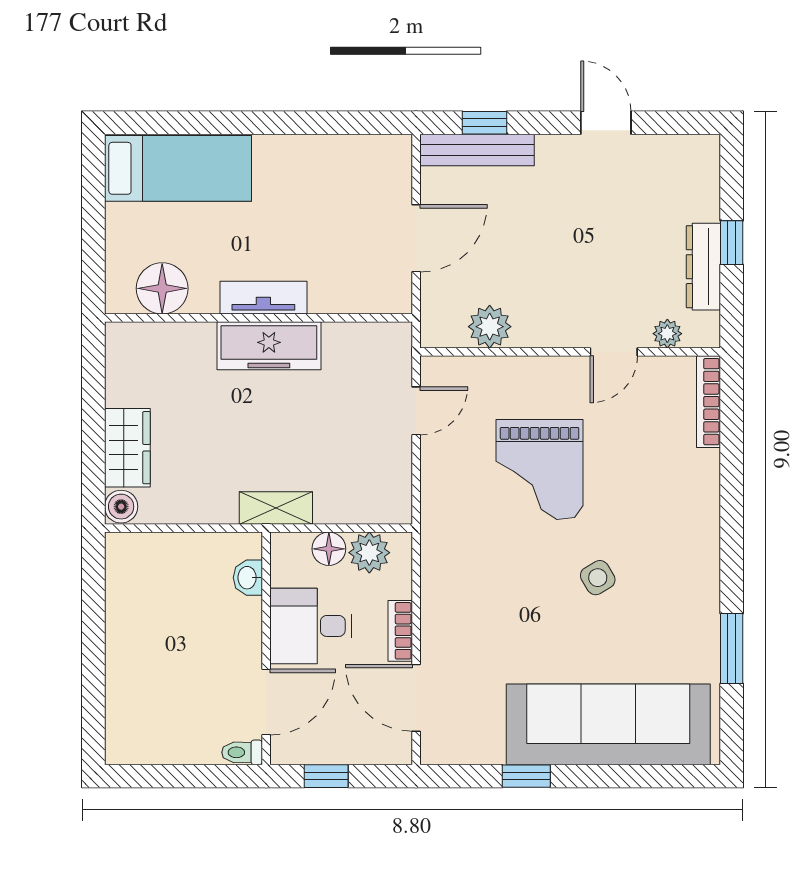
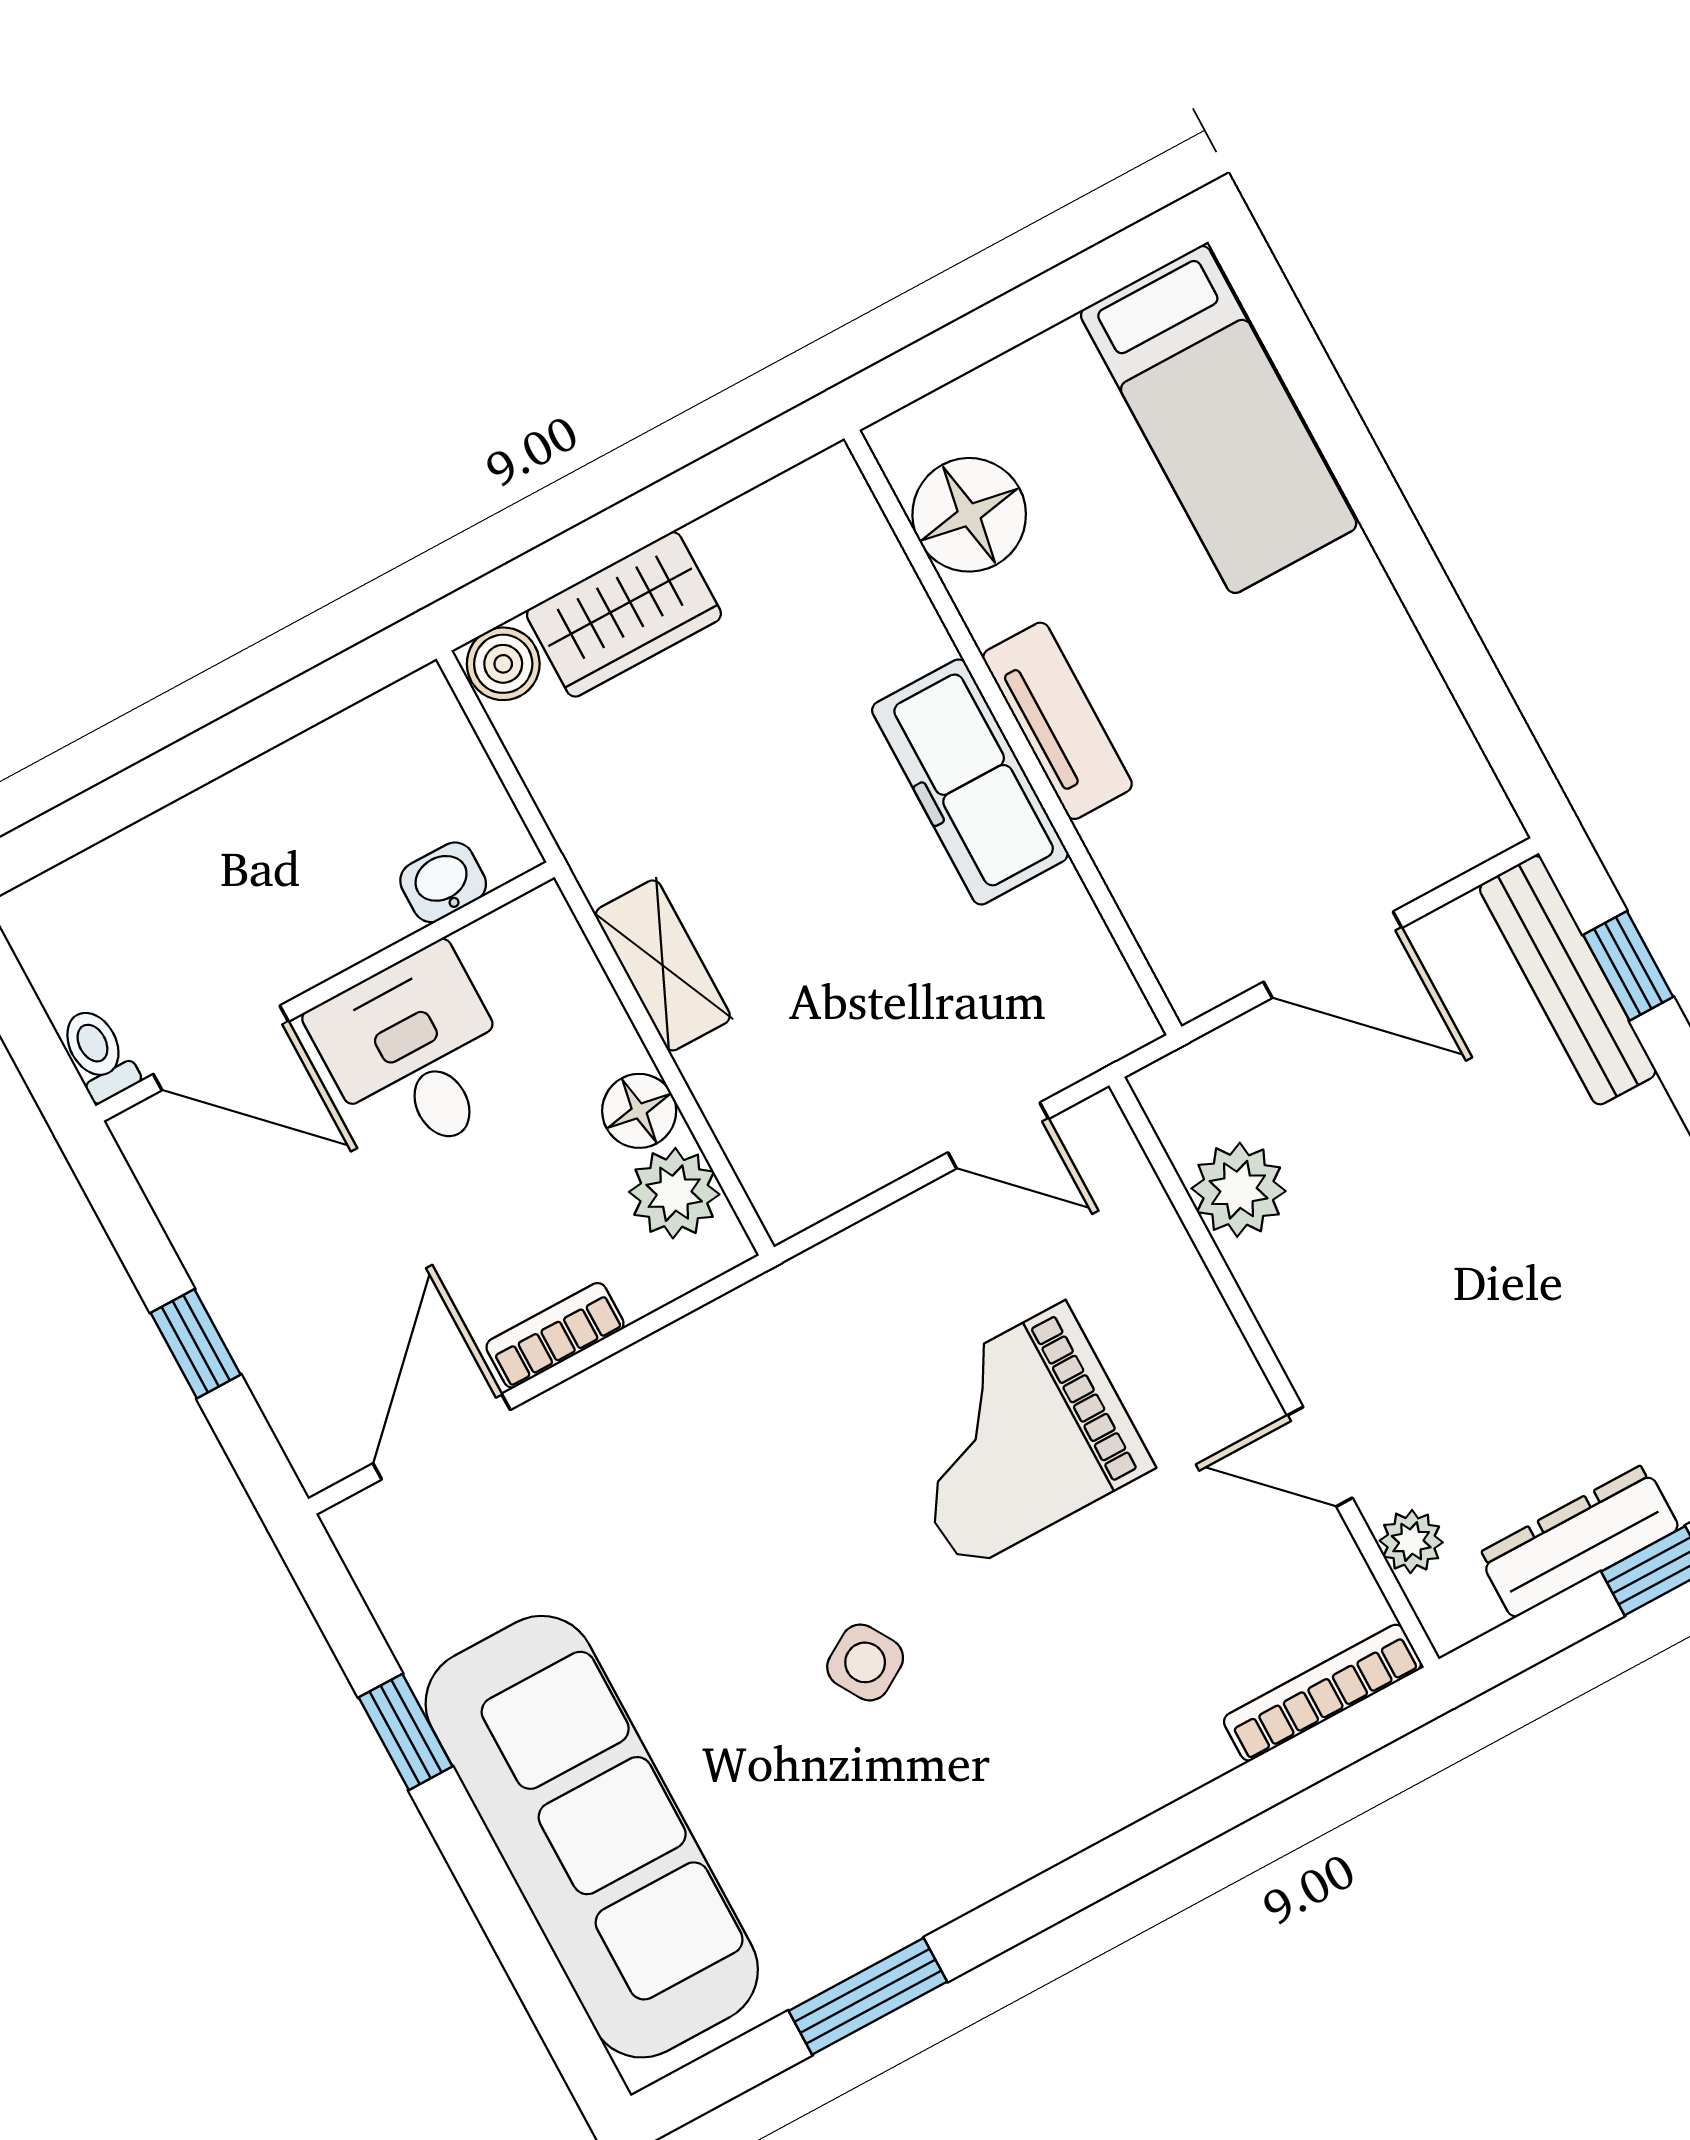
washbasin: (248, 578) -> (443, 882), moved
desk: (311, 626) -> (415, 1055), moved
wall: (266, 648) -> (325, 992), moved
door: (266, 702) -> (221, 1048), moved
toilet: (242, 752) -> (98, 1054), moved

